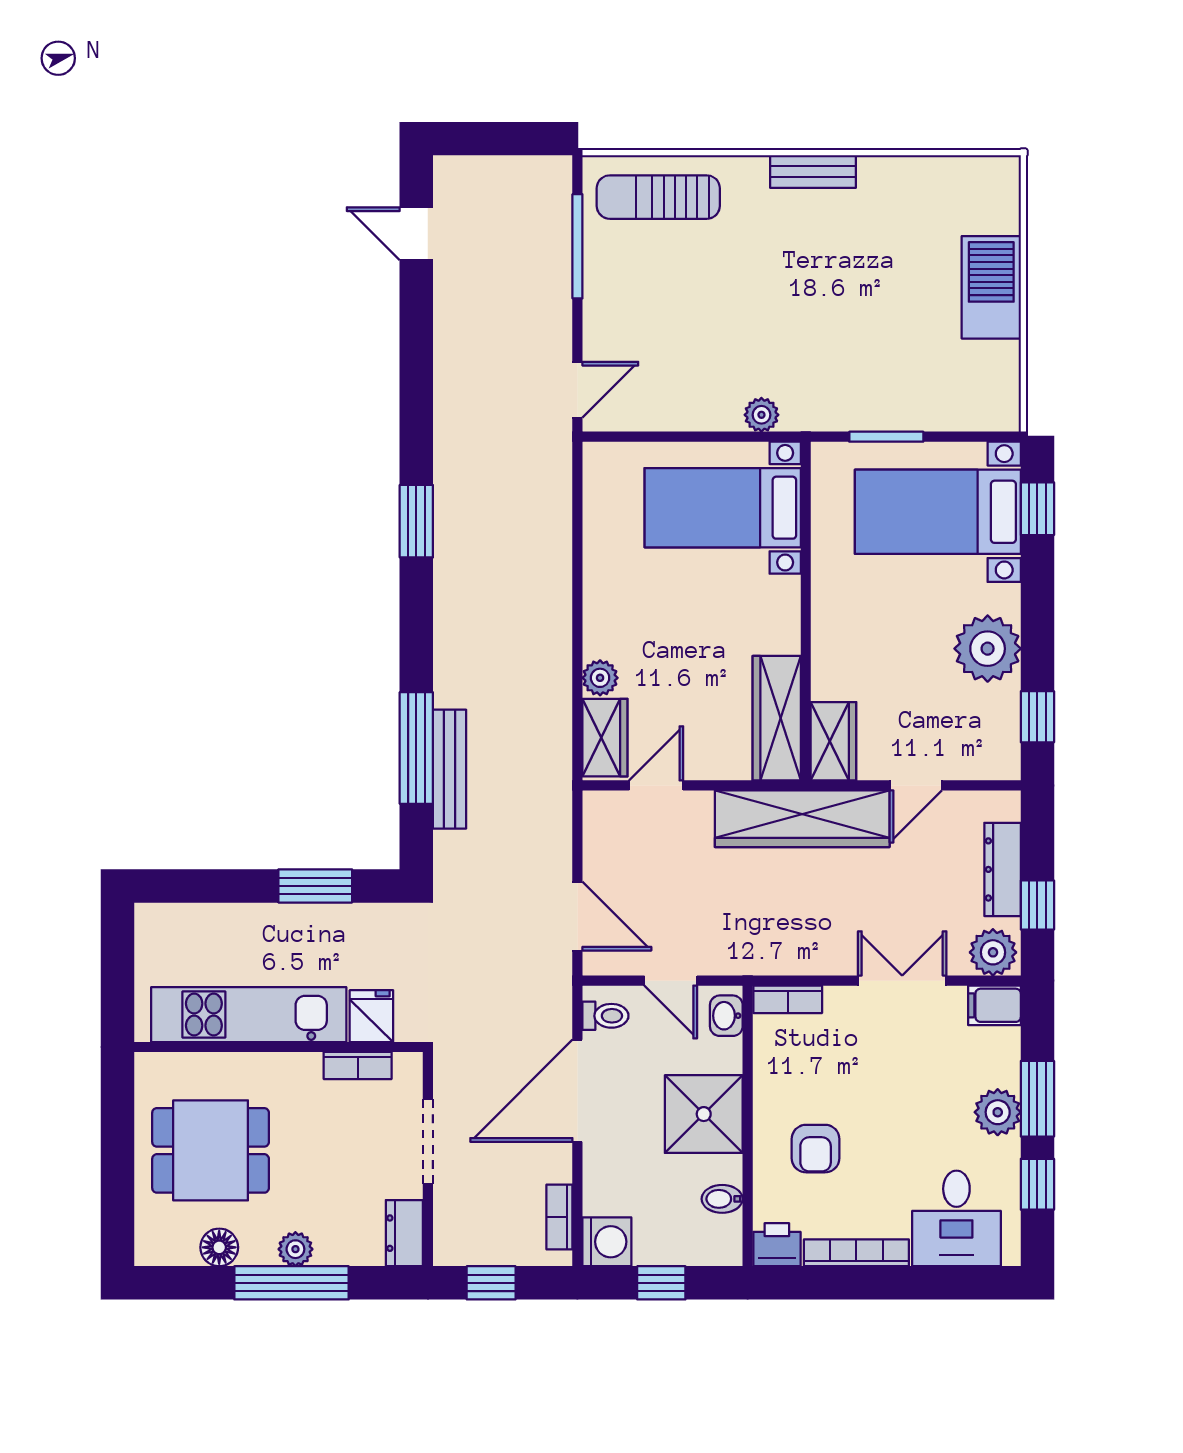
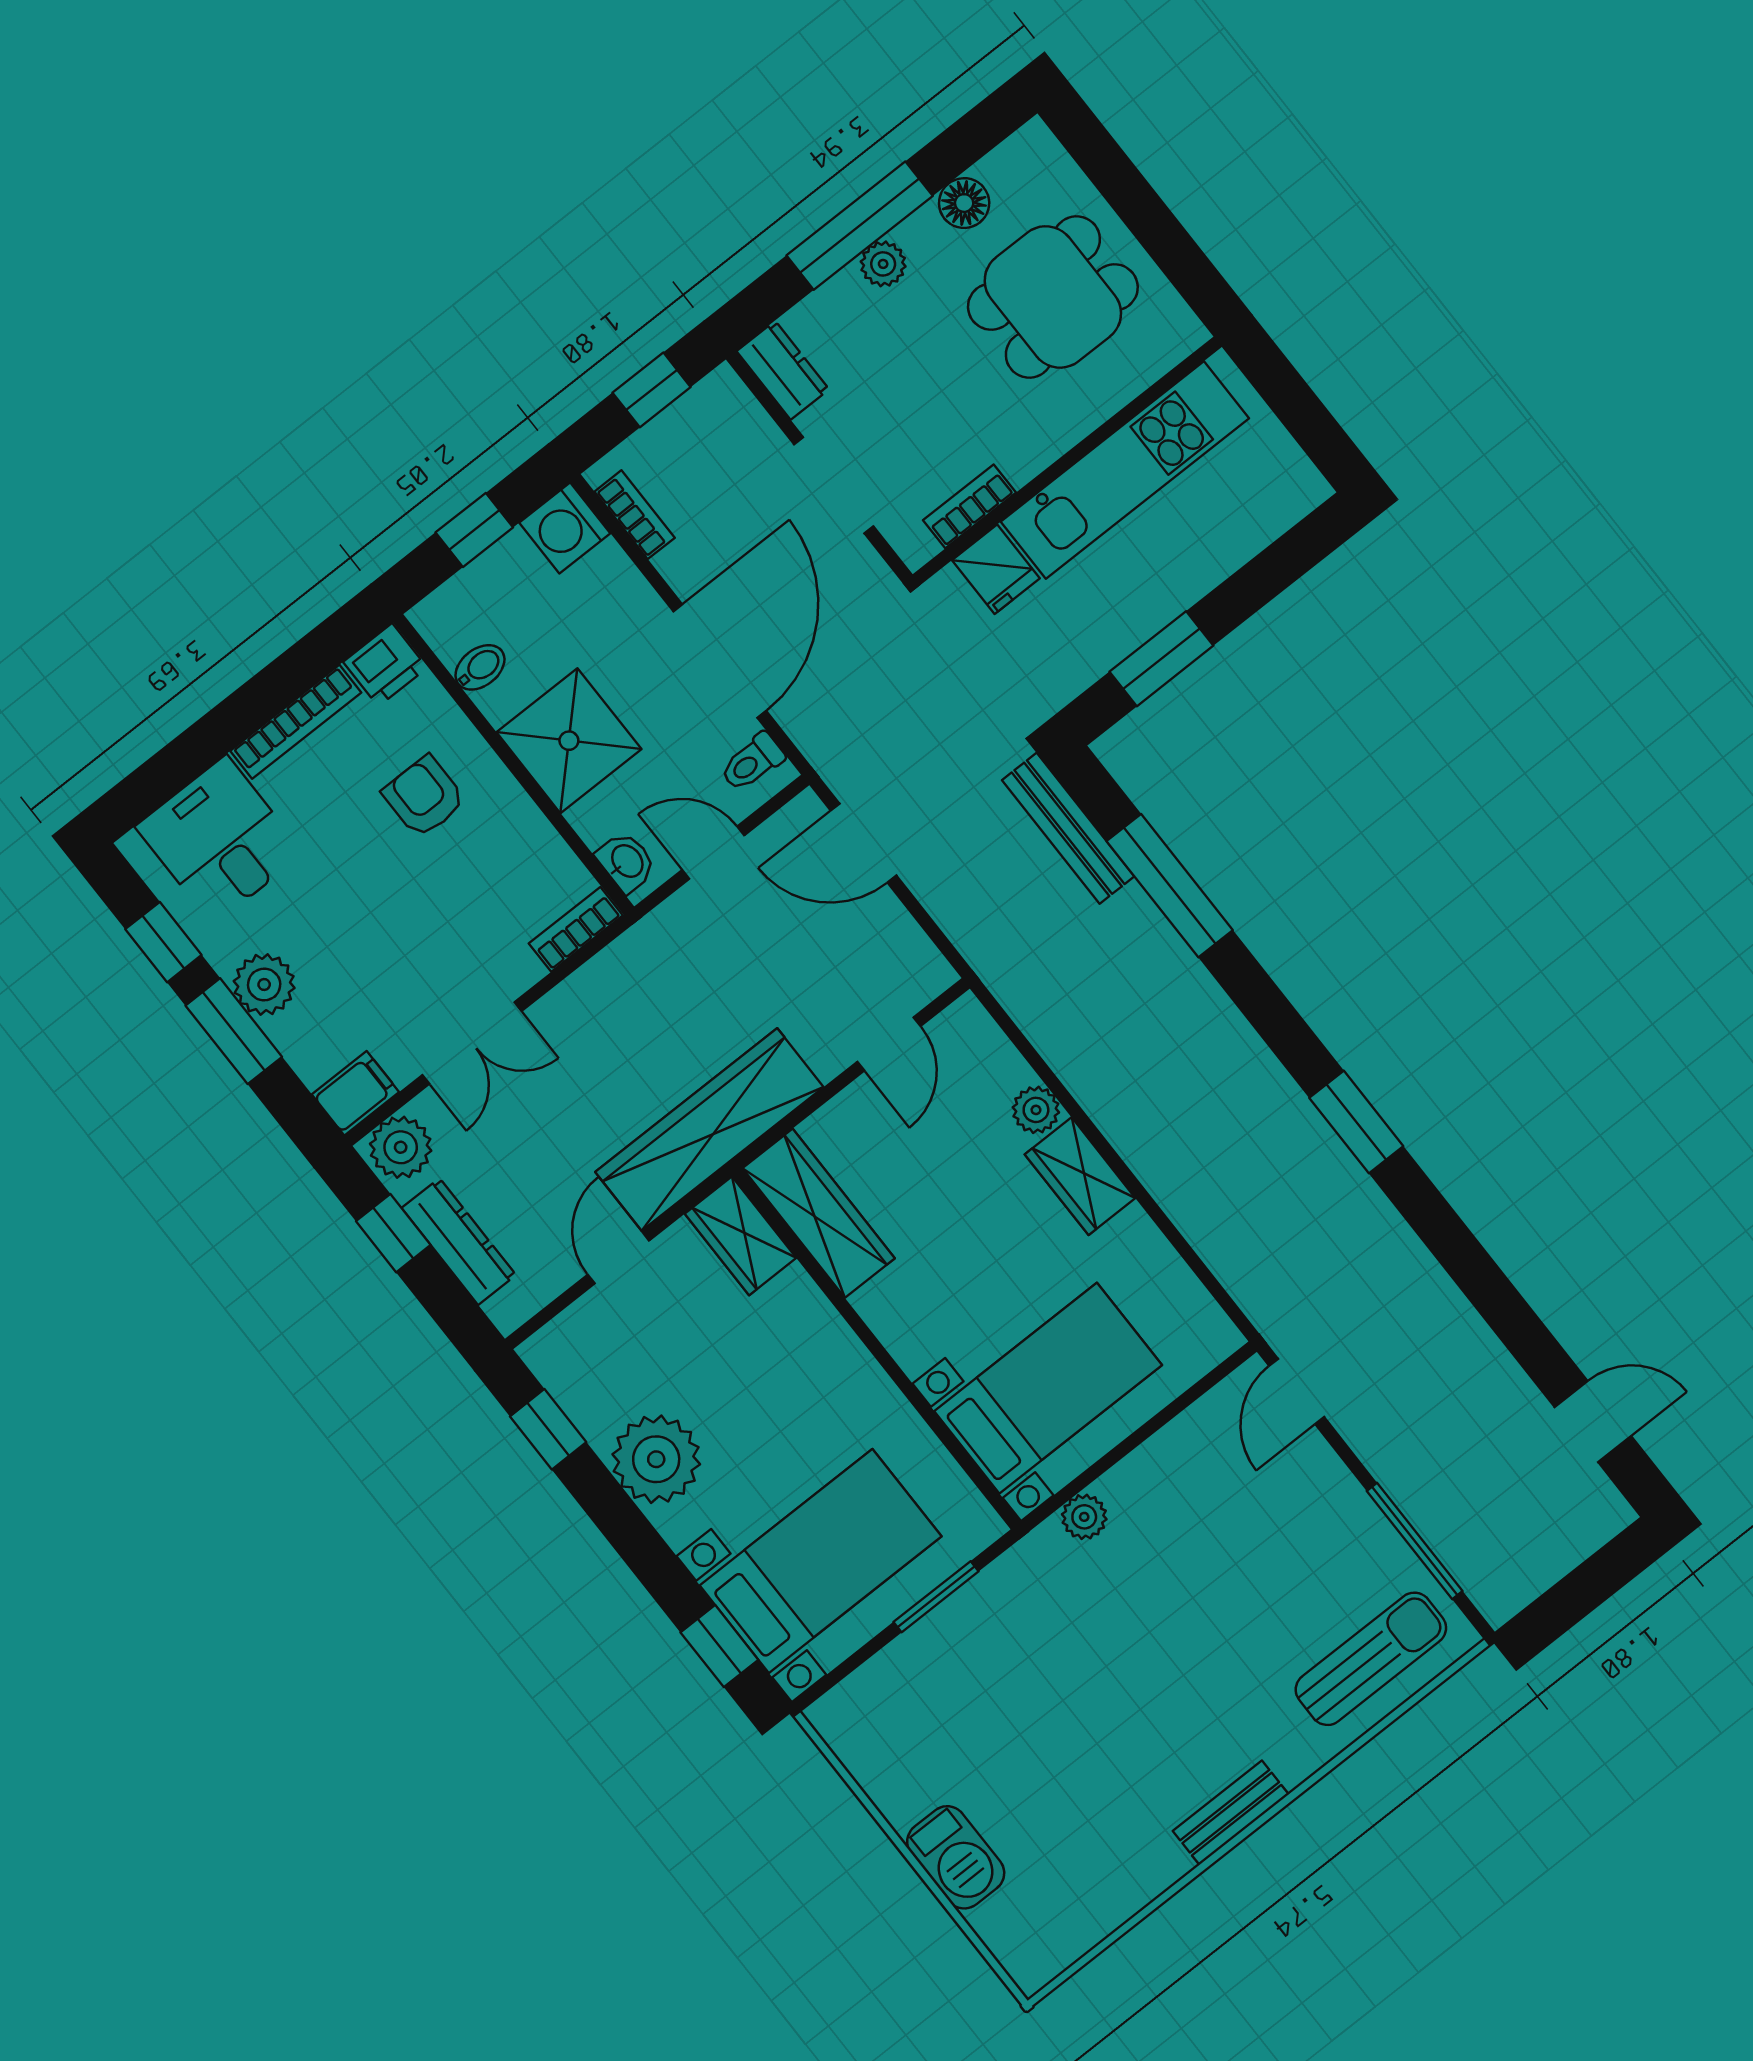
barbecue: (991, 287) -> (956, 1857), width x0.73, depth x0.83
wardrobe: (605, 738) -> (1080, 1176), moved
bench: (450, 769) -> (1068, 828), moved

